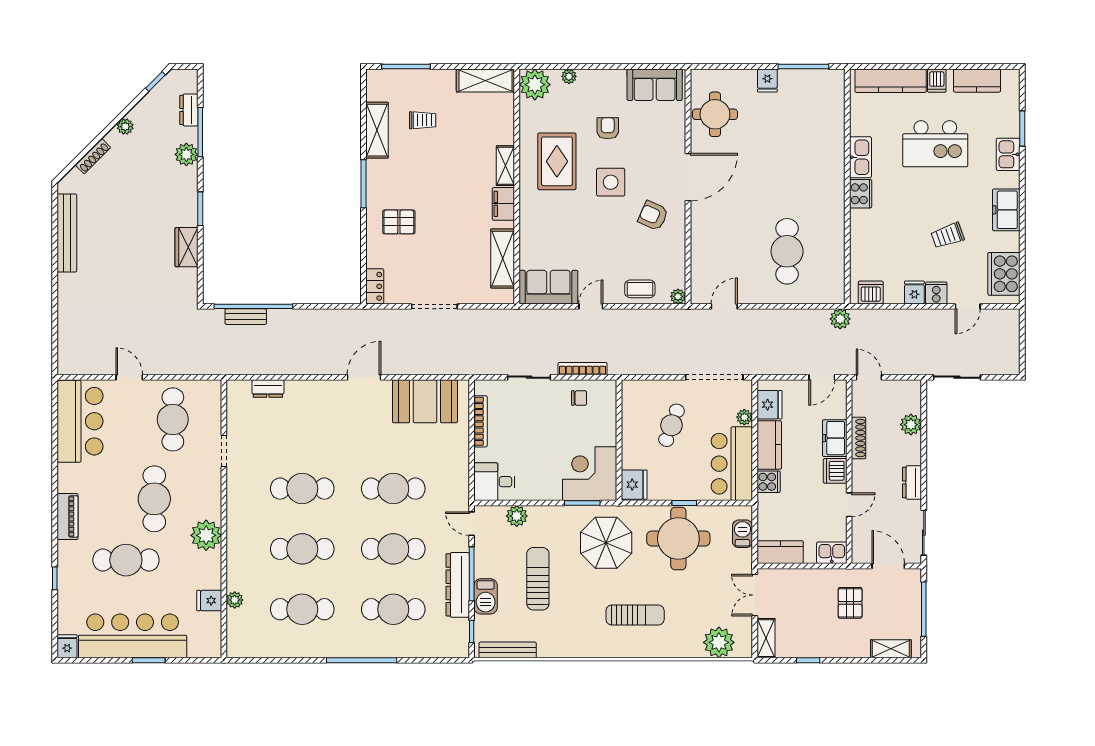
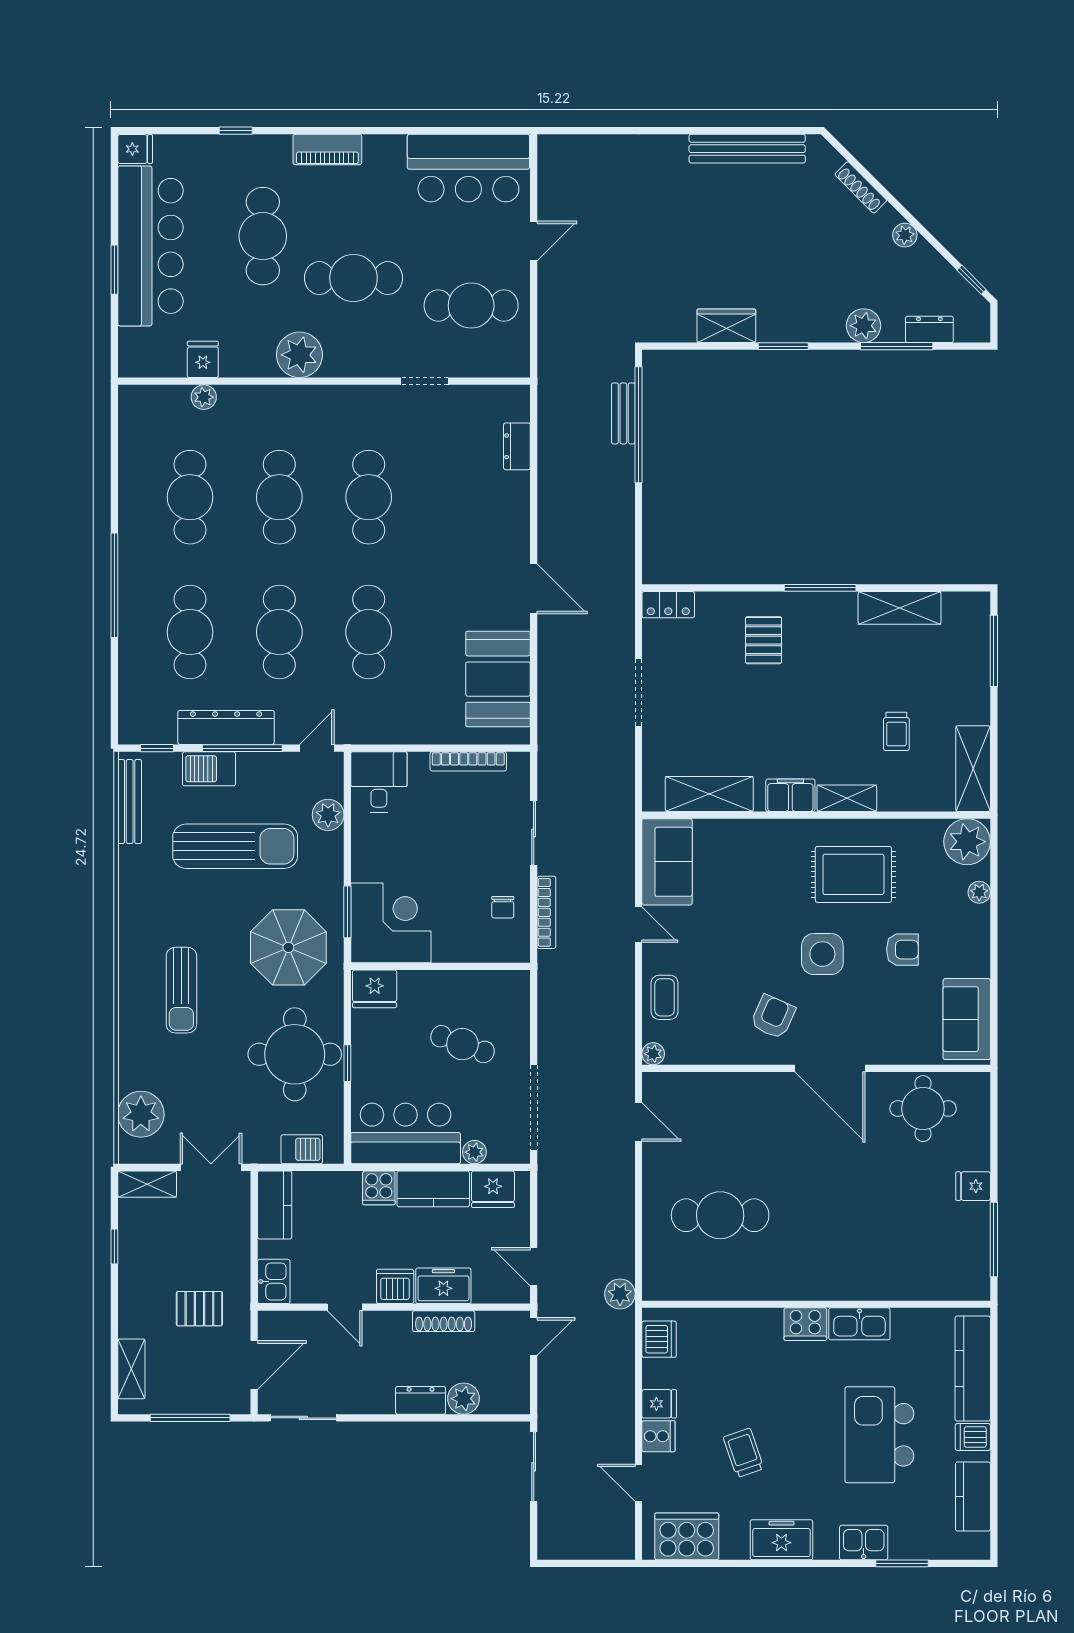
trolley: (423, 120) -> (896, 731), moved
dresser: (912, 482) -> (421, 1400), moved
sun lounger: (538, 579) -> (235, 846), width x1.36, depth x1.34

